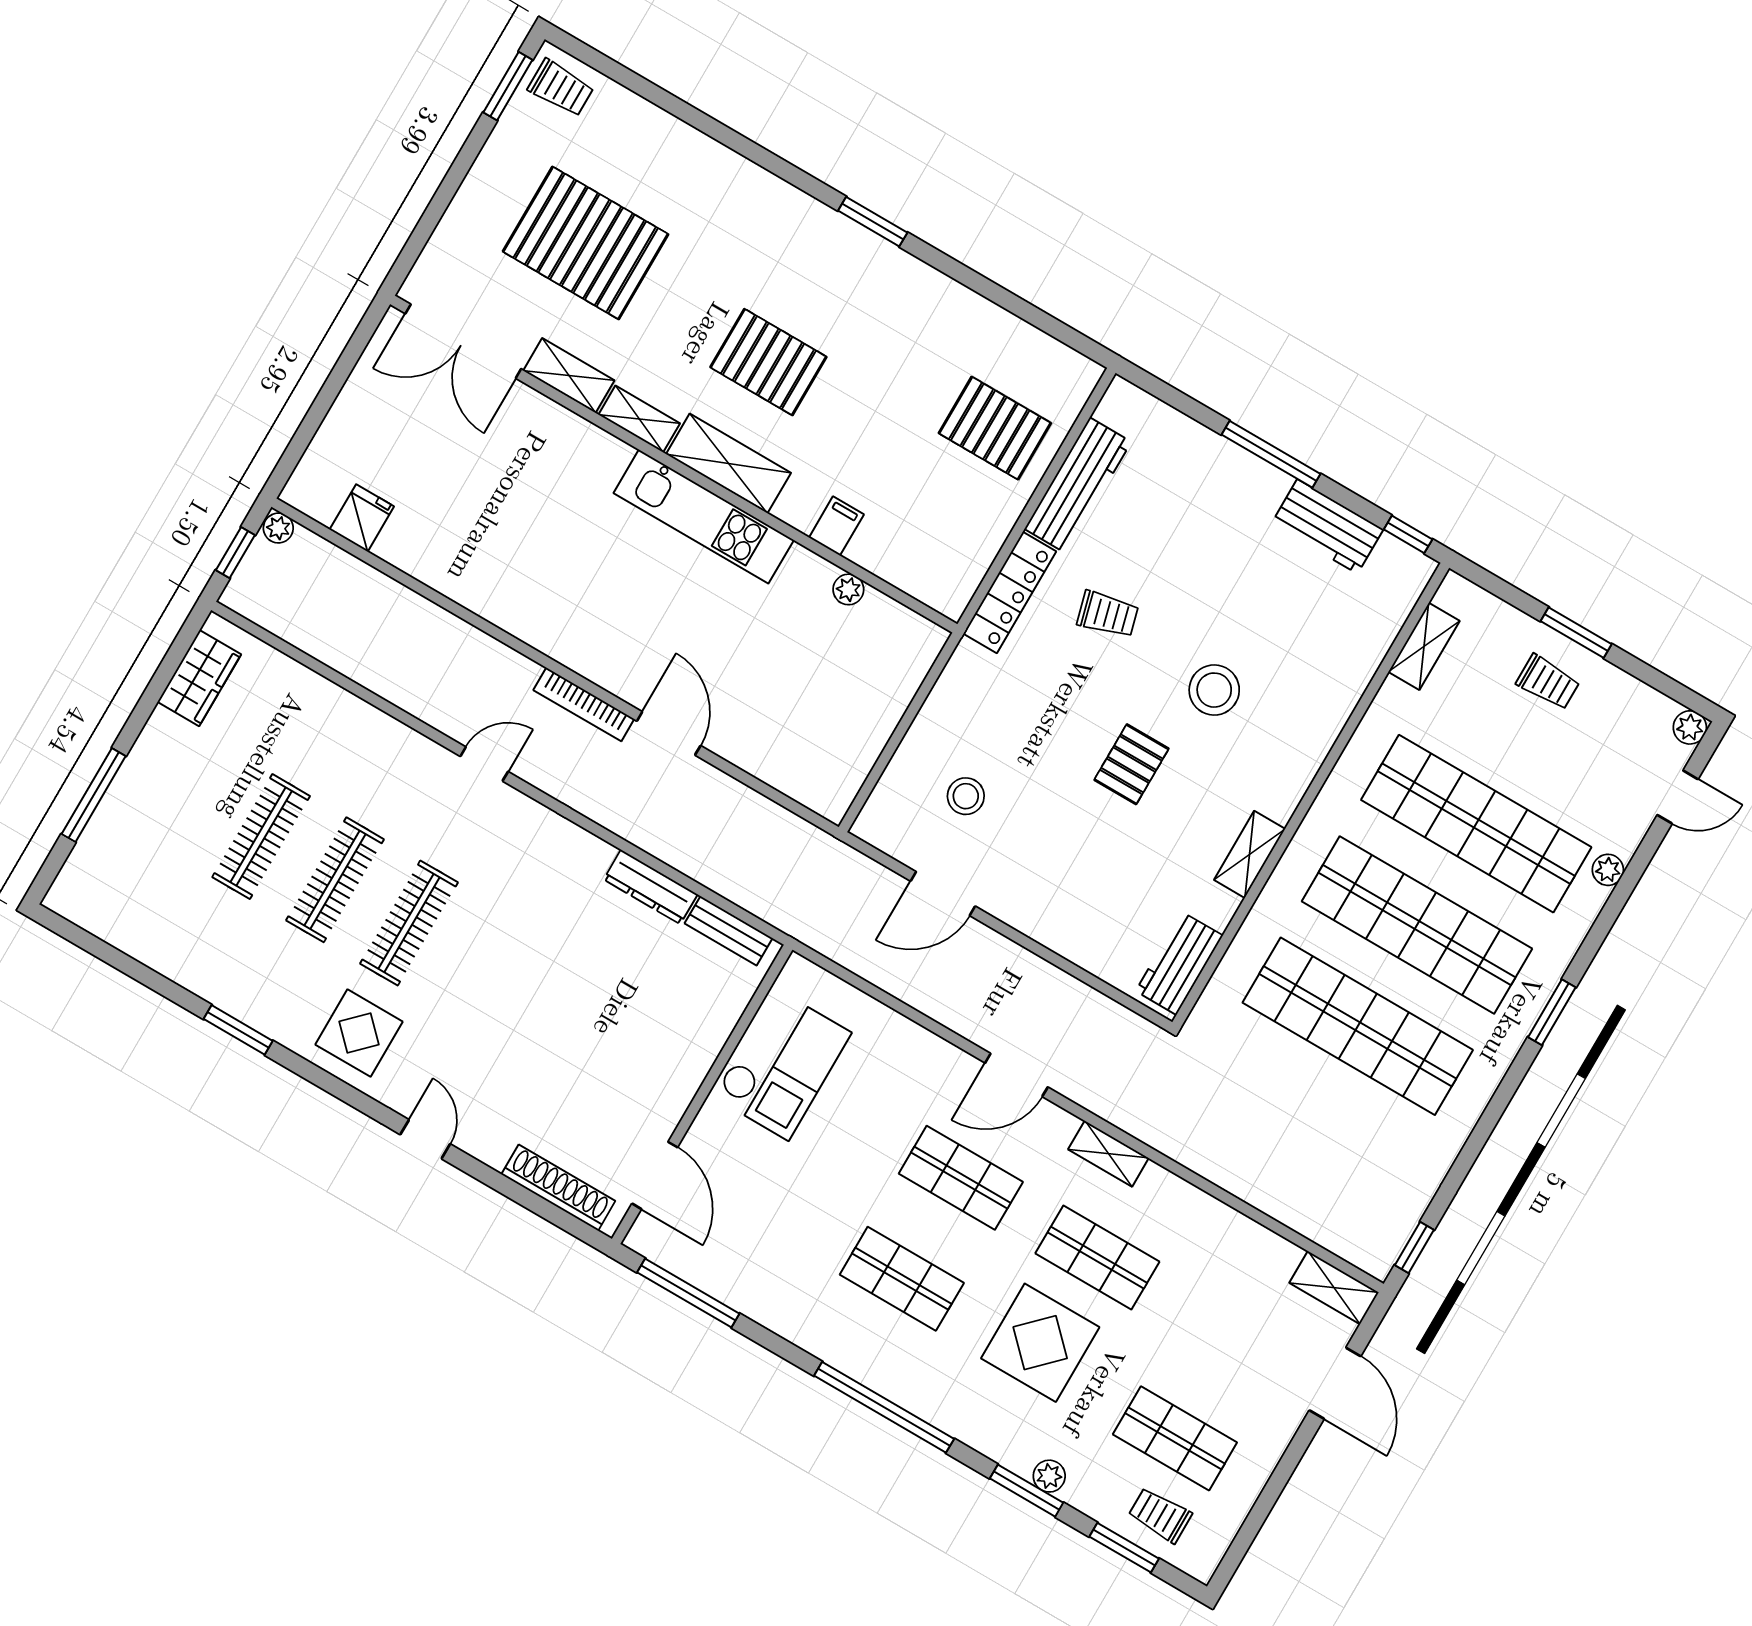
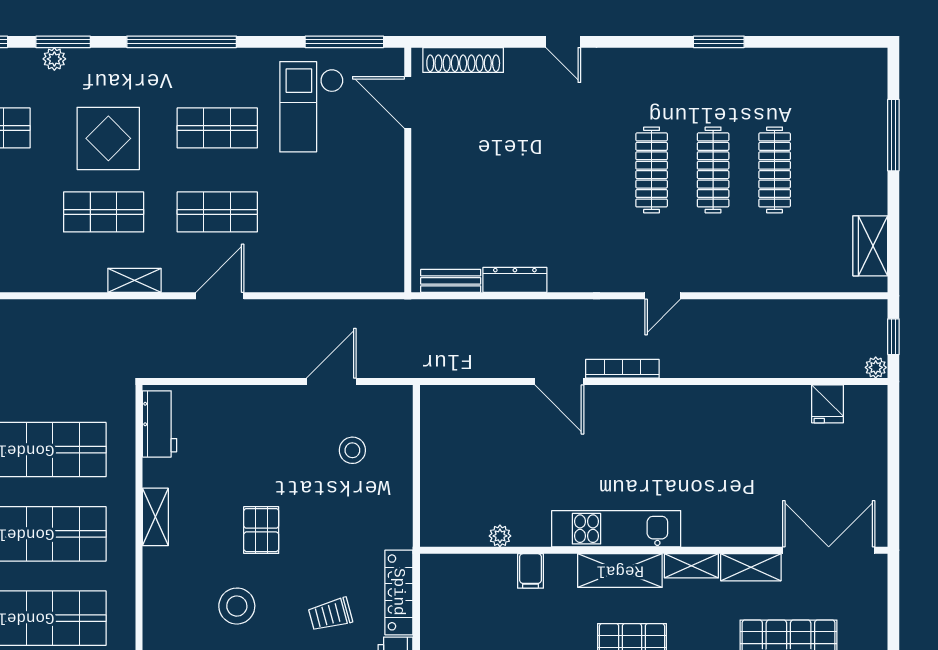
display table: (359, 1033) -> (643, 84), removed
checkout: (782, 1065) -> (312, 107), moved

